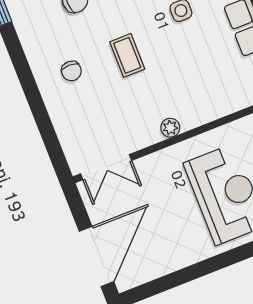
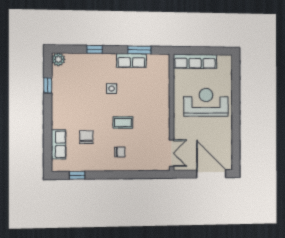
plant: (170, 128) -> (165, 116), removed

